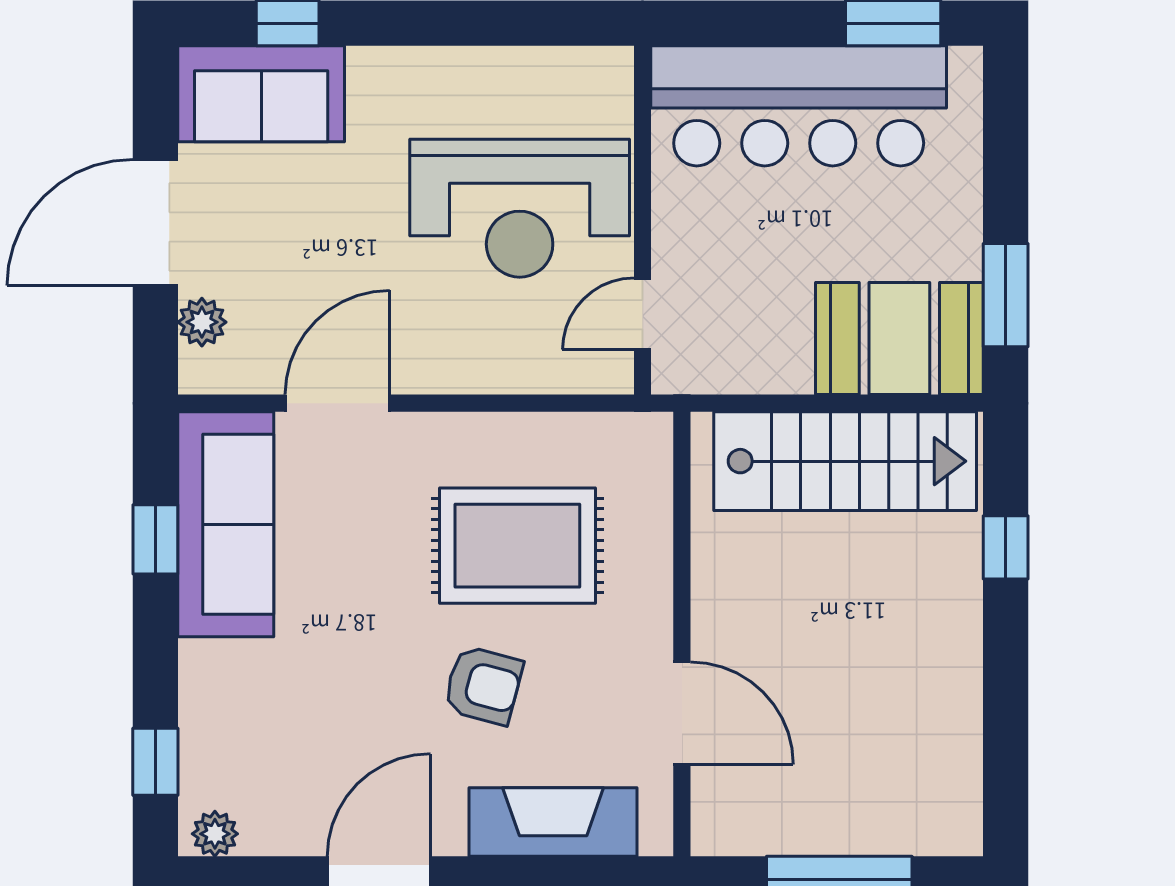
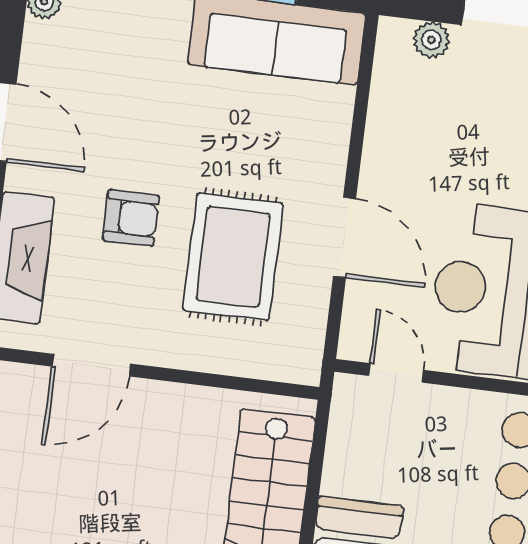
door: (337, 403) -> (344, 238), moved
armchair: (483, 685) -> (131, 218), turned -105

